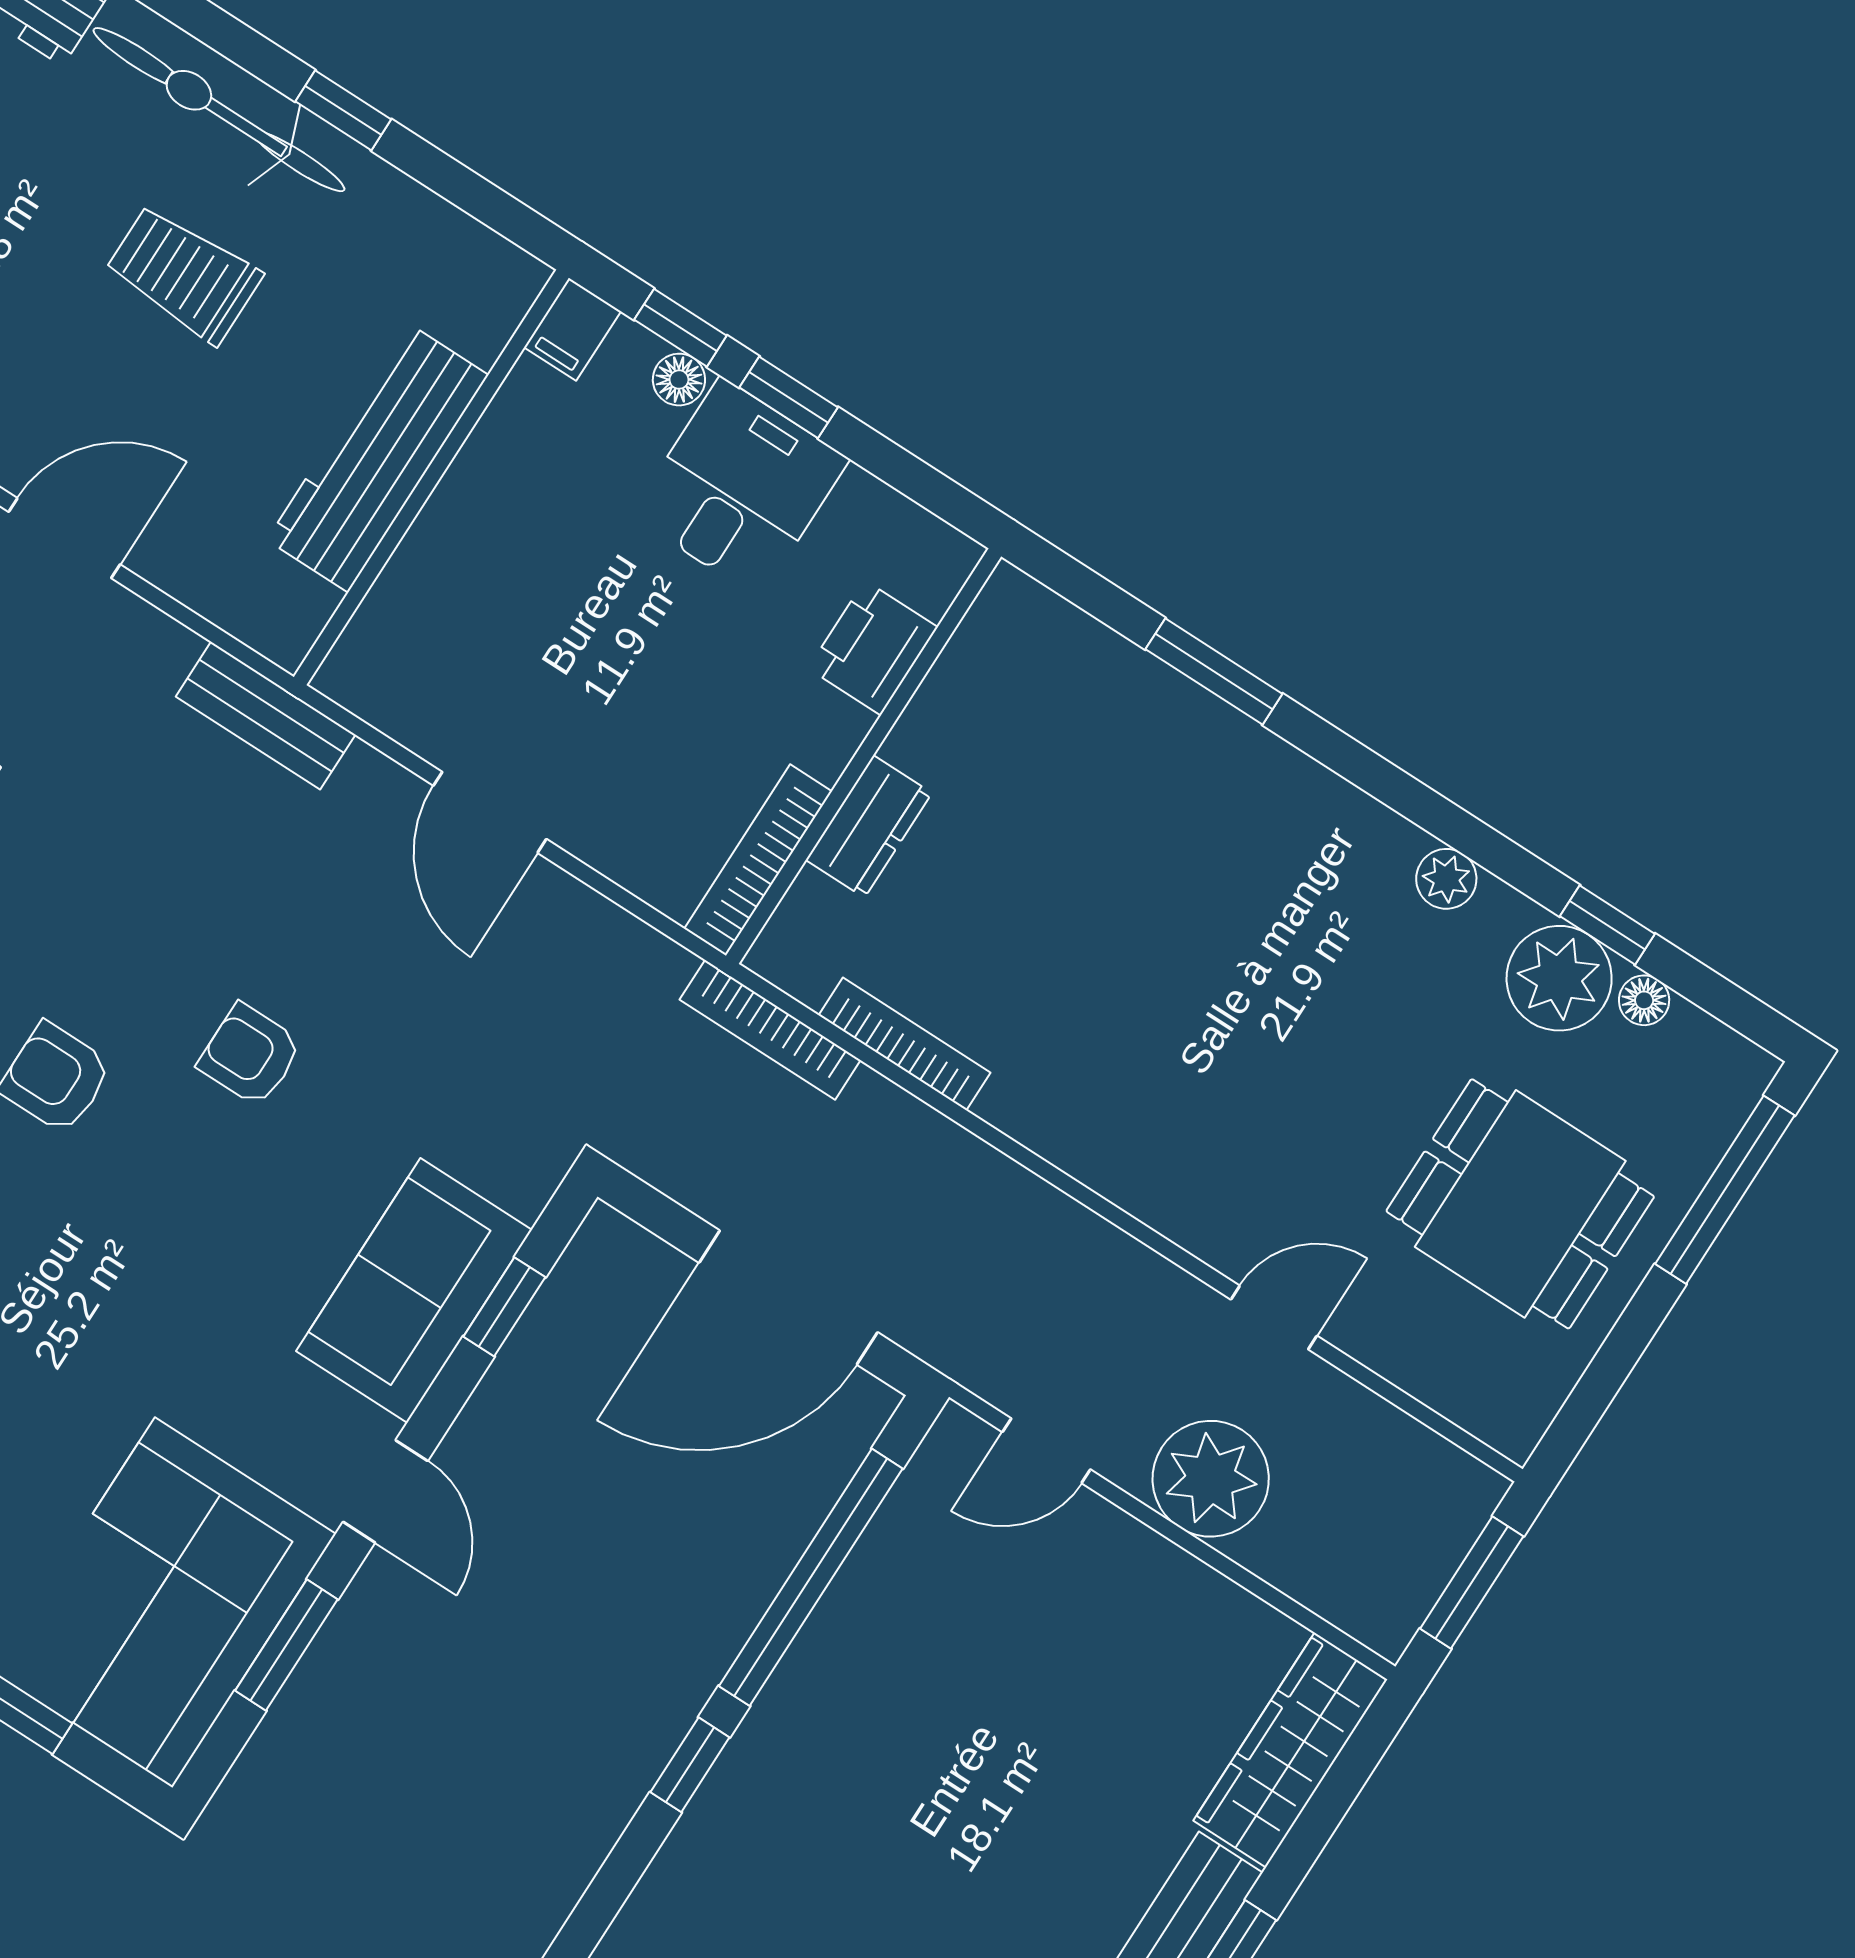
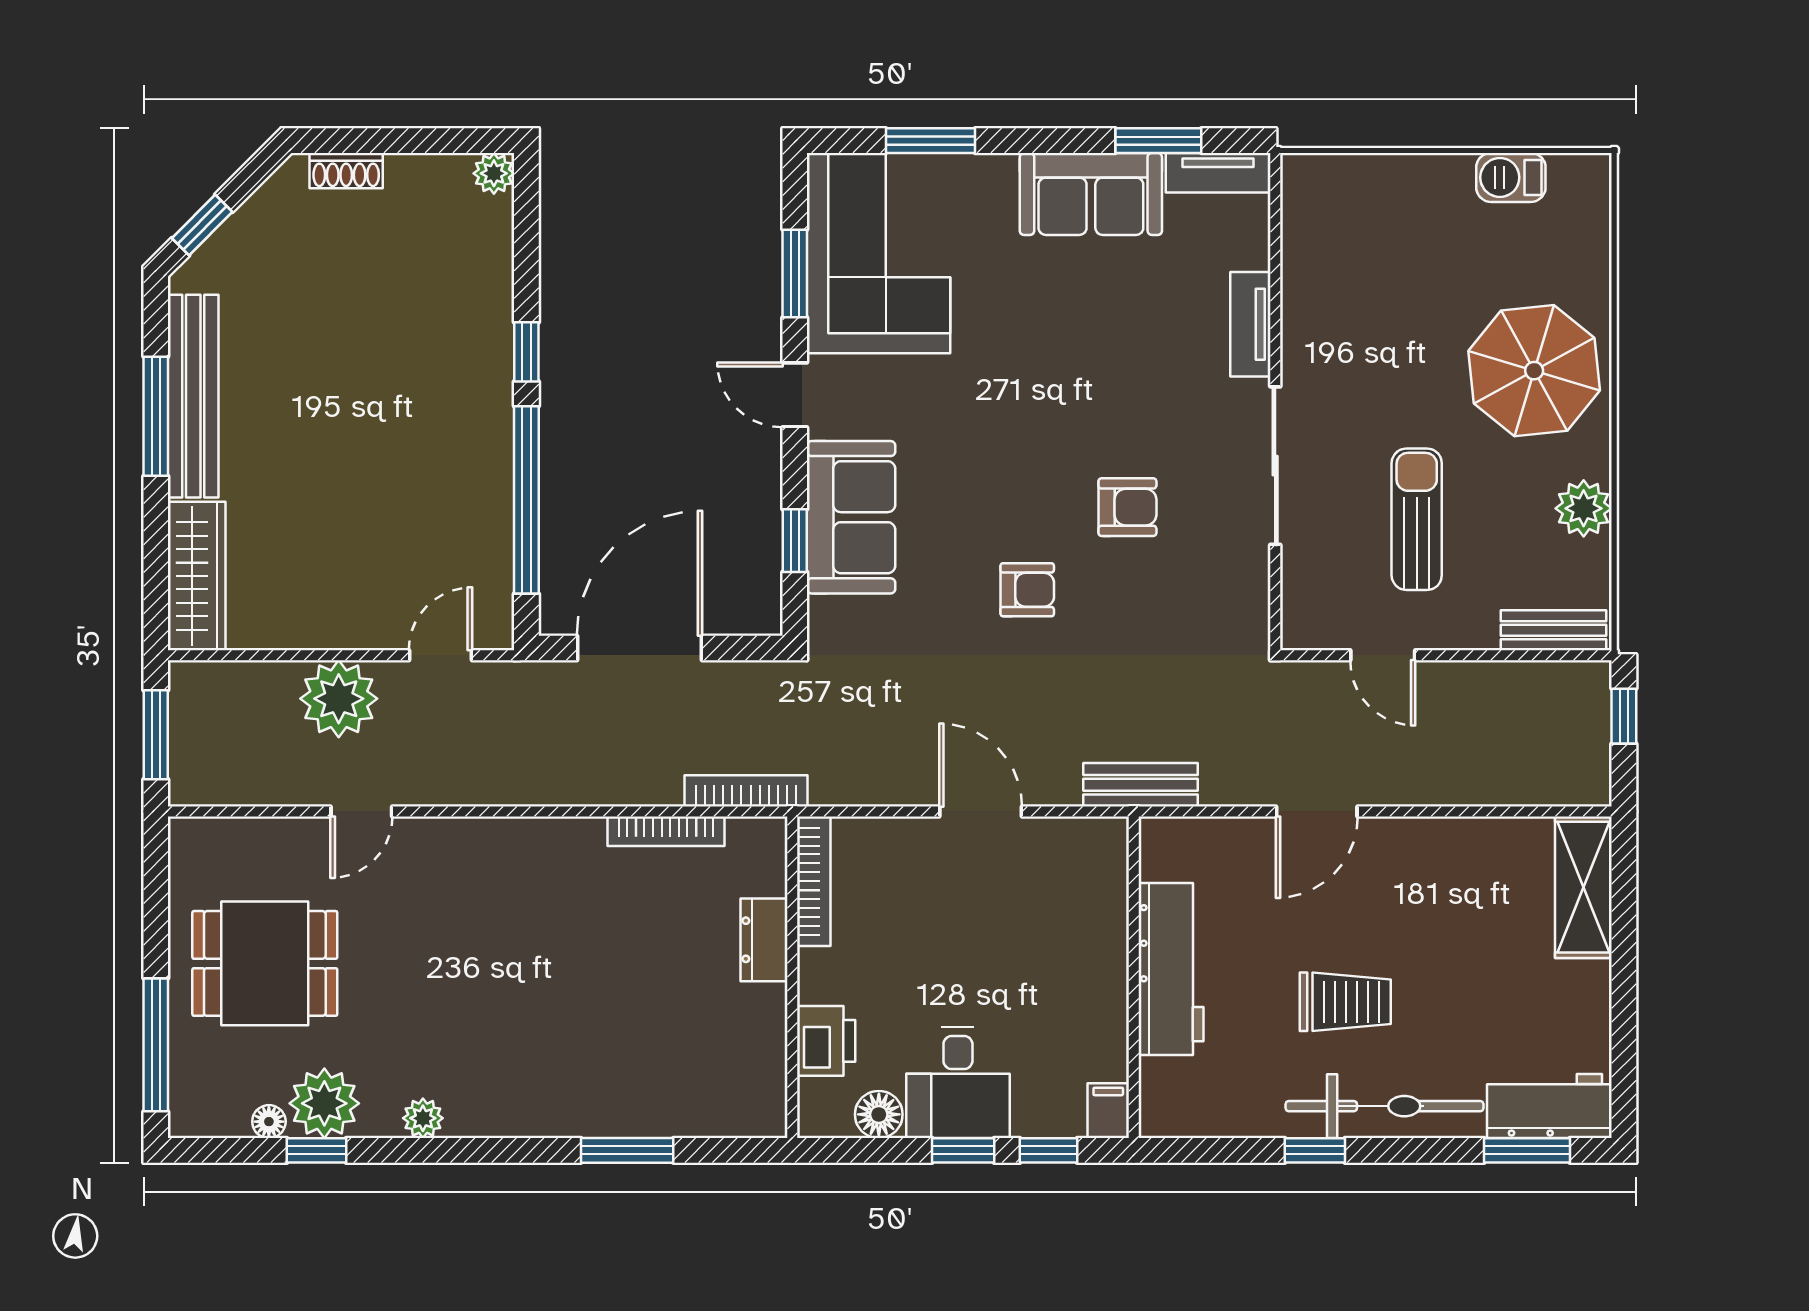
floor lamp: (679, 380) -> (879, 1114), moved, width x1.37, depth x1.37

